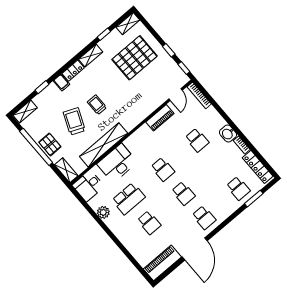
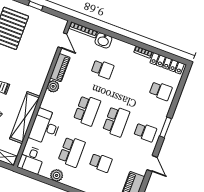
window: (184, 68) -> (57, 14), removed
plant: (144, 131) -> (53, 86), added
washbasin: (228, 133) -> (103, 40), moved
school desk: (163, 169) -> (87, 110), width x1.85
school desk: (183, 193) -> (116, 121), width x1.85
window: (254, 199) -> (166, 127), moved
door: (195, 249) -> (152, 163), width x0.53

